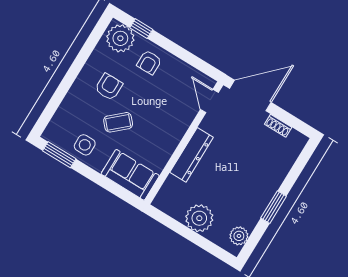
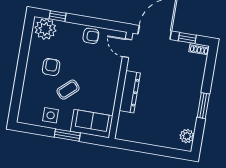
armchair: (149, 62) -> (91, 36), moved, turned -90
window: (287, 118) -> (187, 38), added
shoe rack: (278, 126) -> (199, 49), moved
window: (59, 155) -> (67, 135), moved
plant: (199, 218) -> (153, 135), removed

